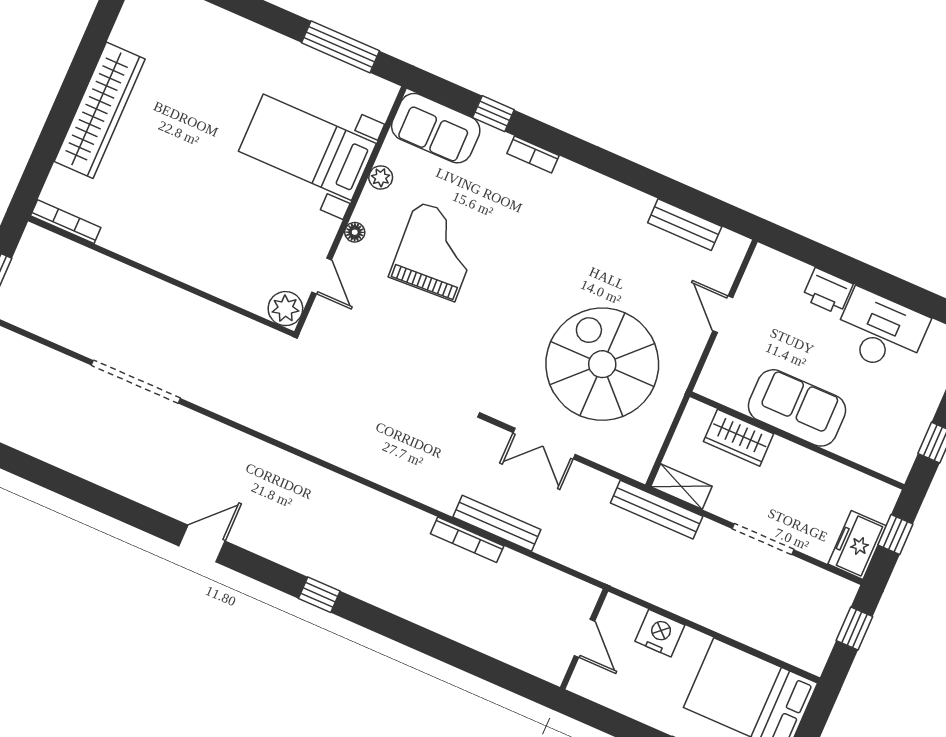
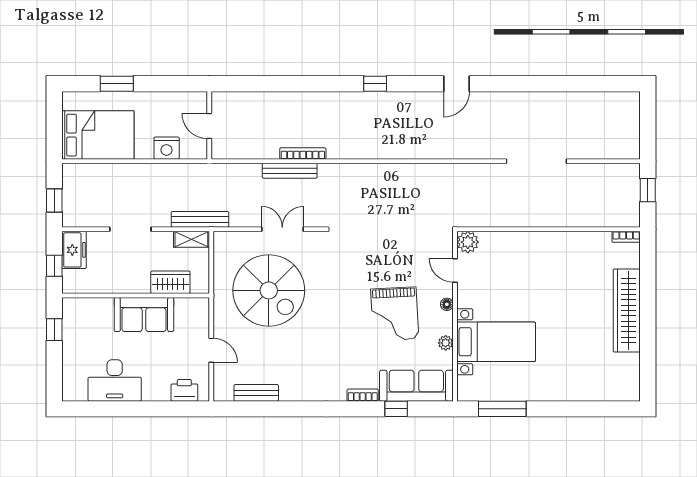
sofa: (436, 128) -> (416, 386), width x1.36
bookcase: (66, 222) -> (626, 237), width x0.64
printer: (828, 291) -> (184, 390), moved

